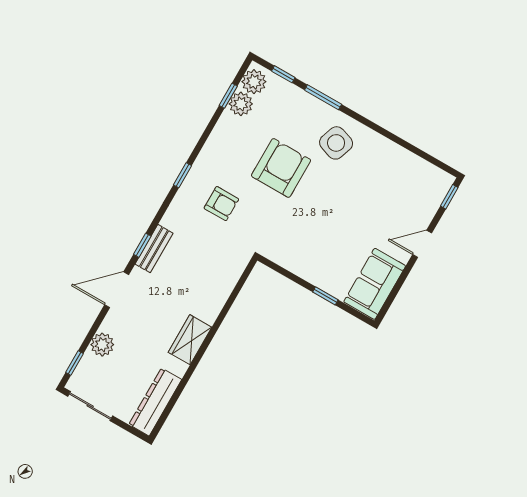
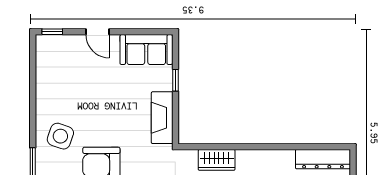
fireplace: (294, 260) -> (162, 118), added
wardrobe: (190, 340) -> (217, 160), moved

